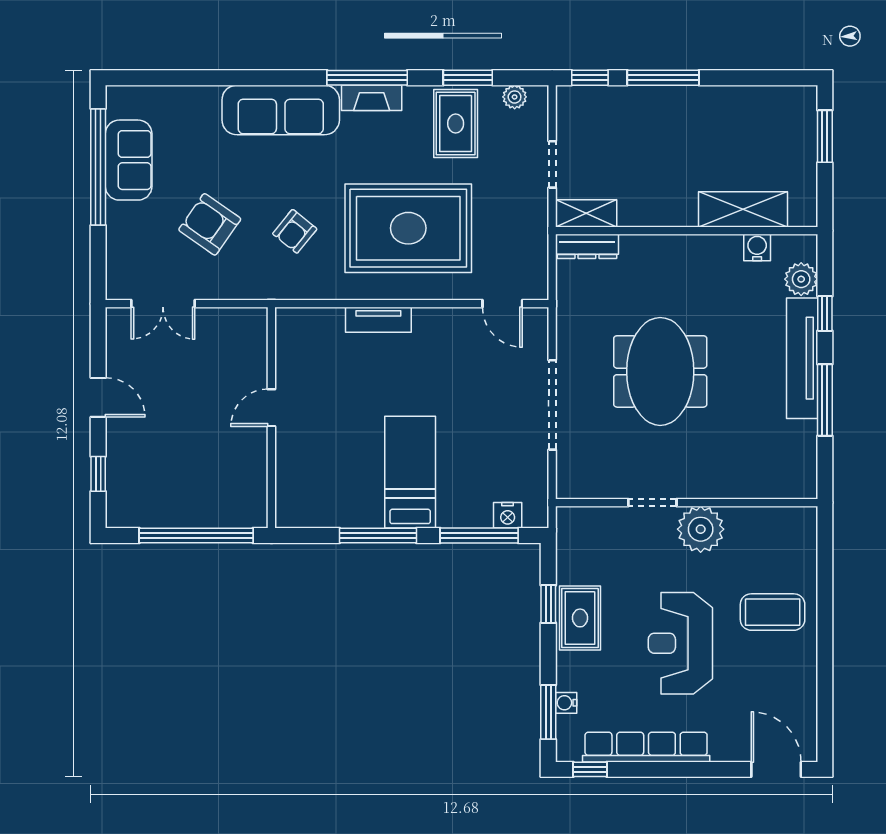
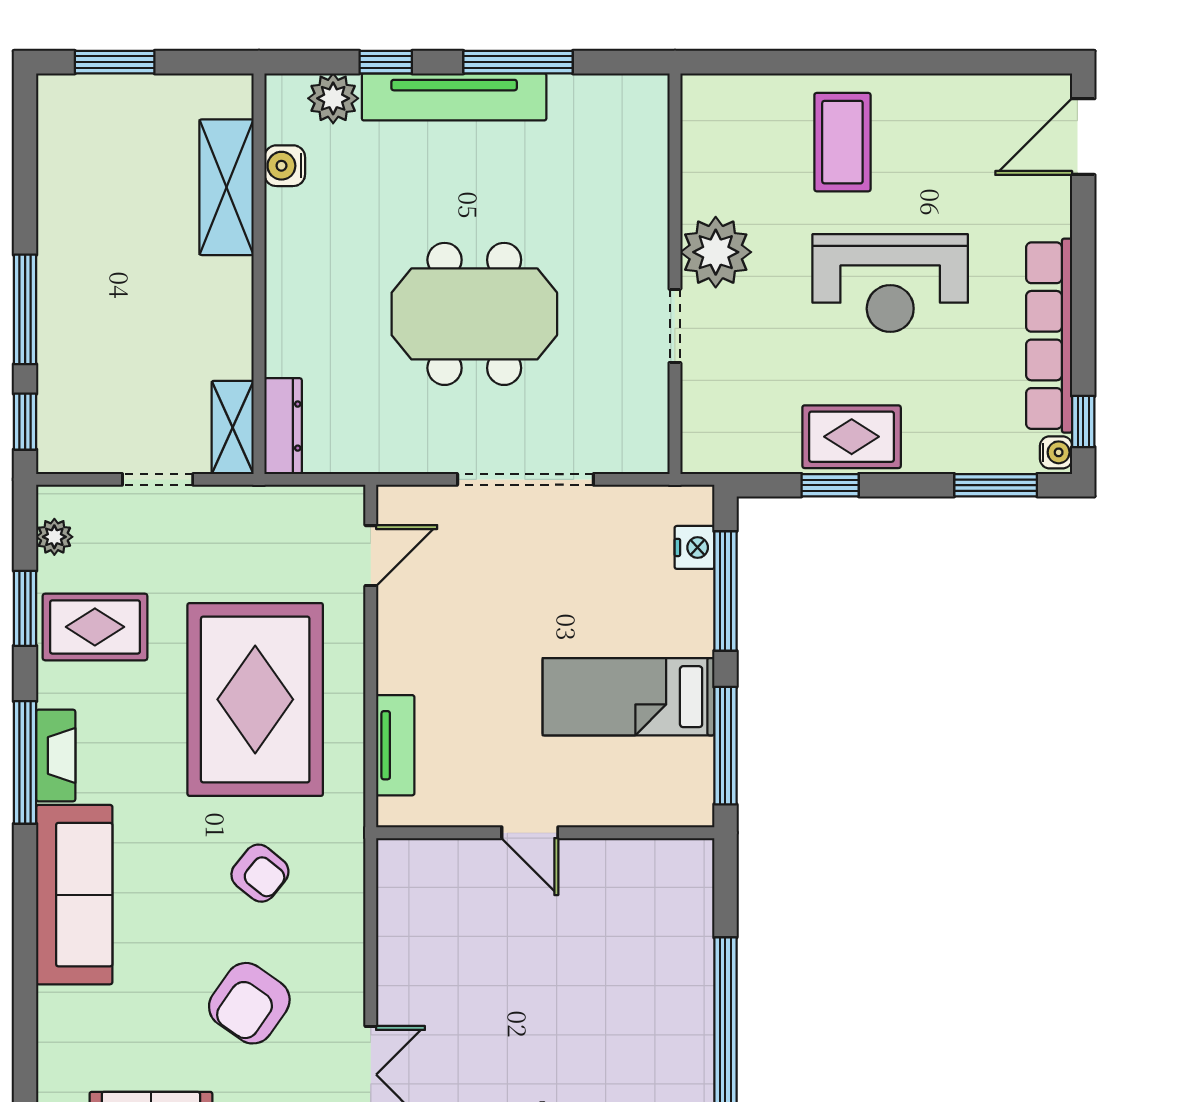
door: (271, 408) -> (530, 833), moved
wall: (271, 418) -> (545, 833), moved
water cooler: (566, 703) -> (1056, 452), moved, turned -90

